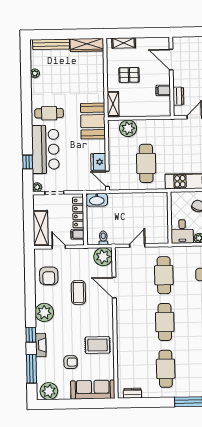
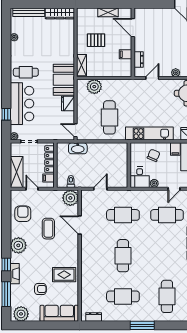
shelving: (124, 43) -> (108, 12), moved
fridge: (98, 162) -> (68, 104), moved
washbasin: (97, 200) -> (78, 148), moved
cafe table: (164, 275) -> (123, 215), turned 90
armchair: (49, 276) -> (23, 214), turned 180
cafe table: (166, 369) -> (123, 296), turned 90

